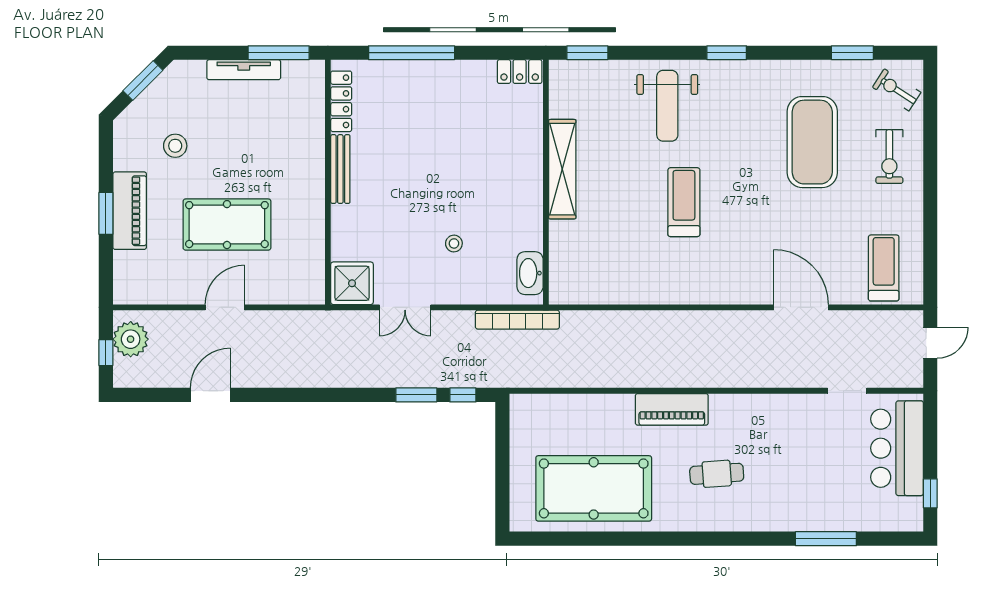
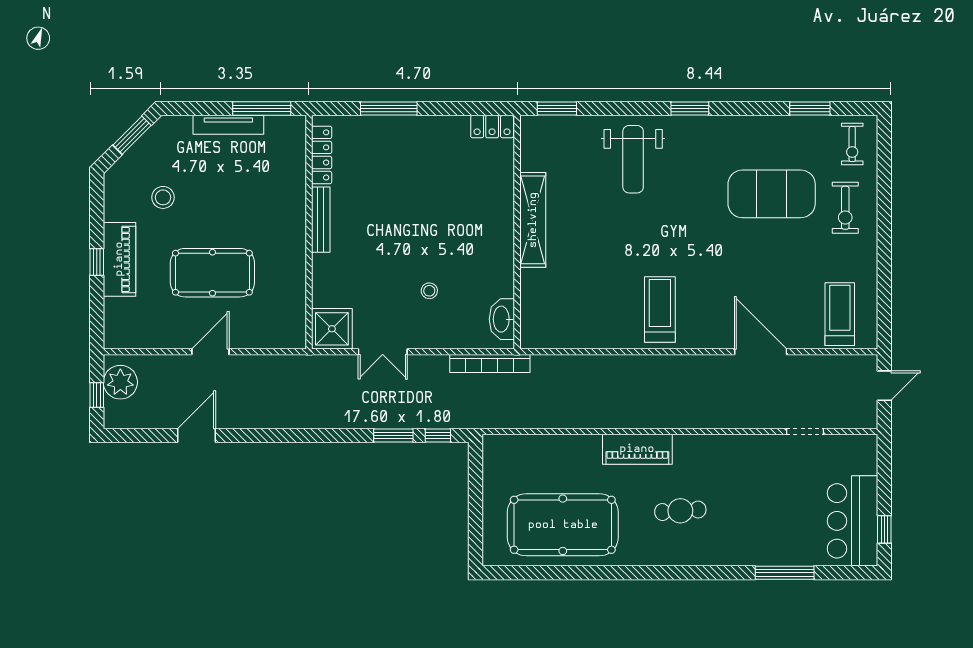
window: (412, 53) -> (389, 109), width x0.68
exercise bike: (897, 90) -> (852, 144), turned -123
exercise mat: (812, 142) -> (772, 194), turned 90
treadmill: (684, 202) -> (660, 310), moved
window: (106, 213) -> (97, 262), width x0.67
bar counter: (897, 448) -> (853, 521), moved

